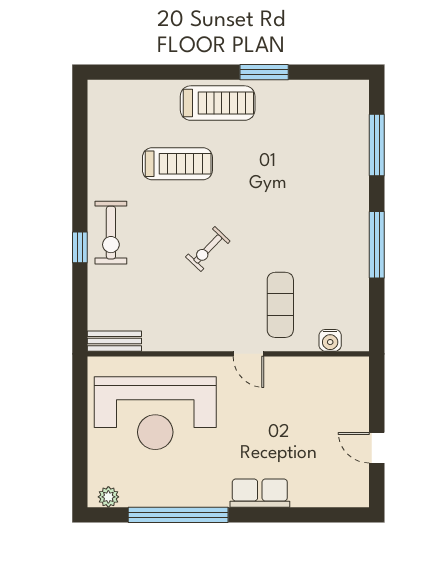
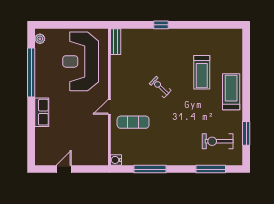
window: (264, 72) -> (246, 133), moved
treadmill: (218, 103) -> (231, 92), turned 180
exercise bike: (111, 233) -> (218, 141), moved
window: (377, 245) -> (150, 169), moved
water cooler: (330, 340) -> (116, 160), moved

